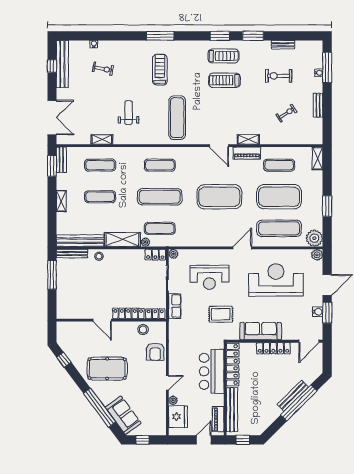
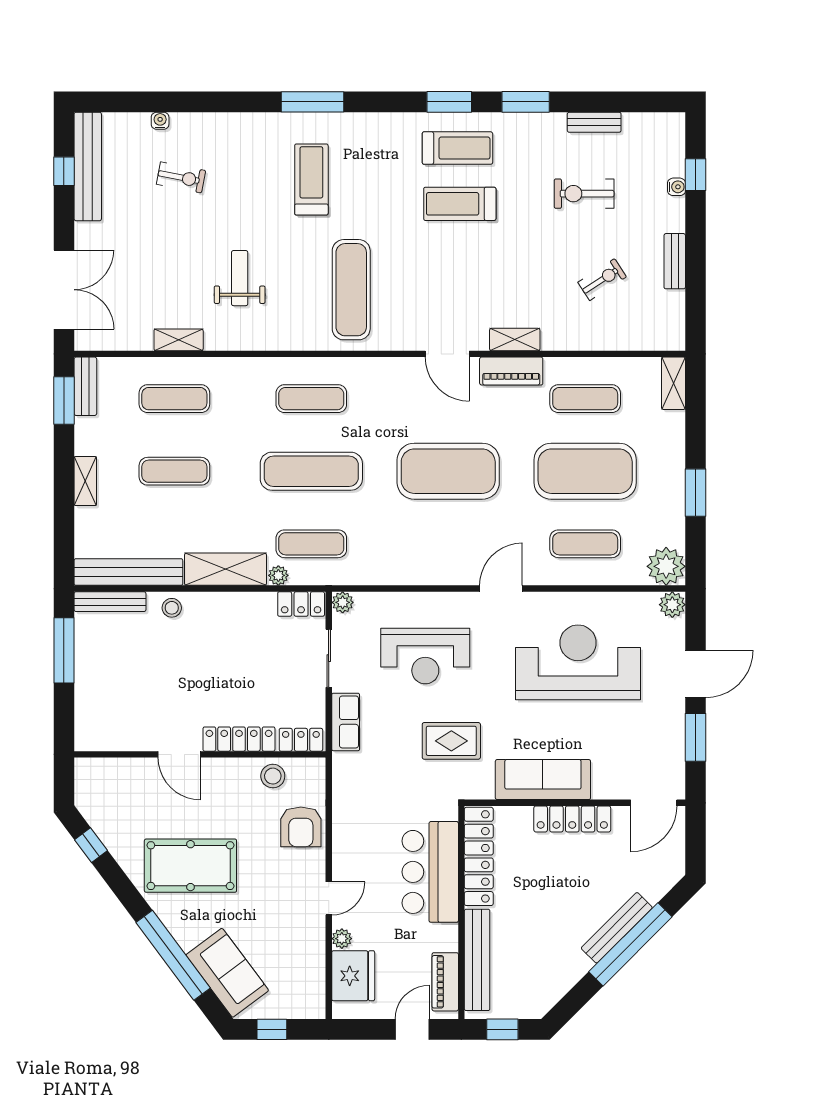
window: (327, 68) -> (696, 175), width x0.46
exercise mat: (279, 228) -> (585, 544), width x0.73, depth x0.69
water cooler: (318, 312) -> (674, 735), removed

